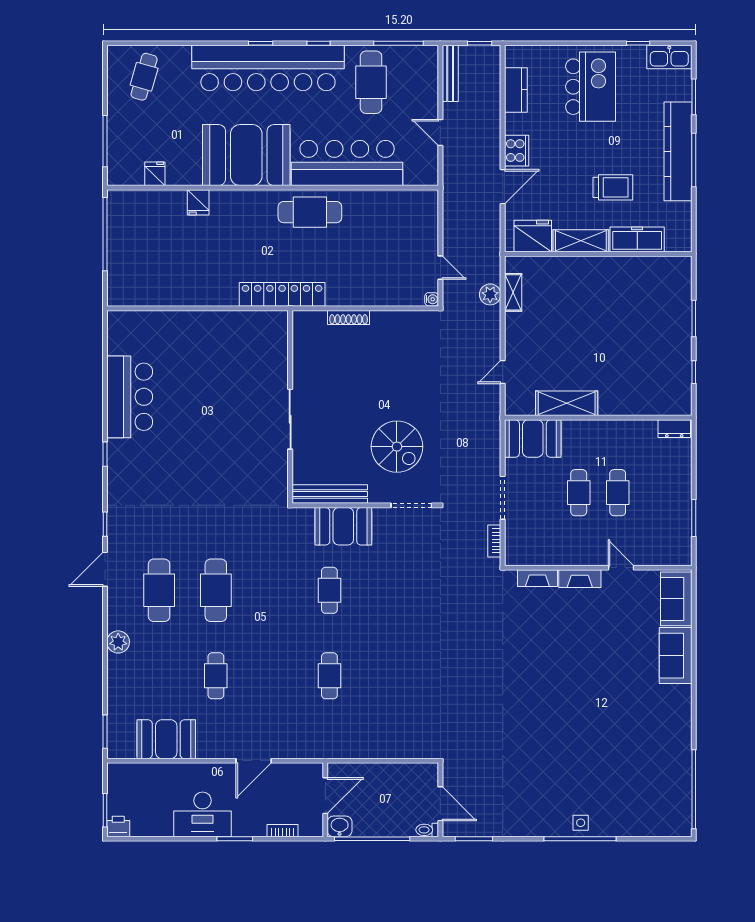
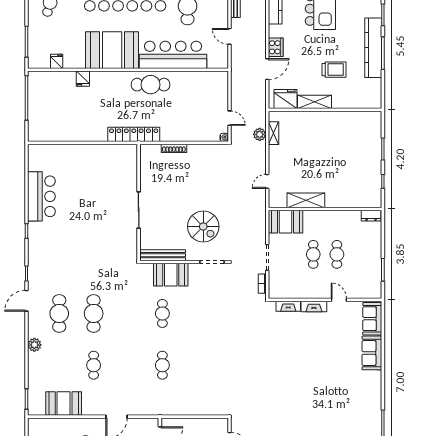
freezer: (637, 239) -> (349, 101), removed

